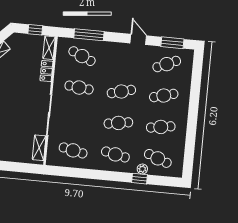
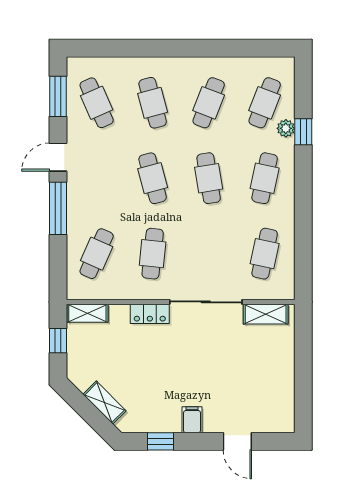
window: (89, 35) -> (58, 208), moved
locker: (46, 71) -> (150, 314), moved
cafe table: (161, 127) -> (209, 103), turned 30

